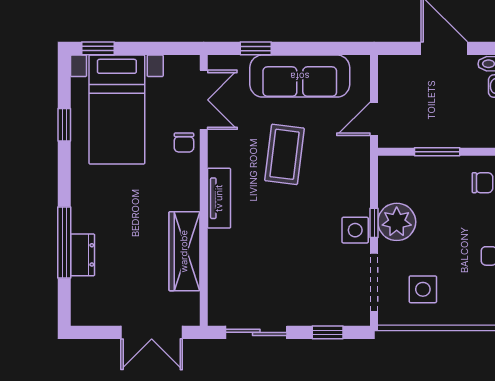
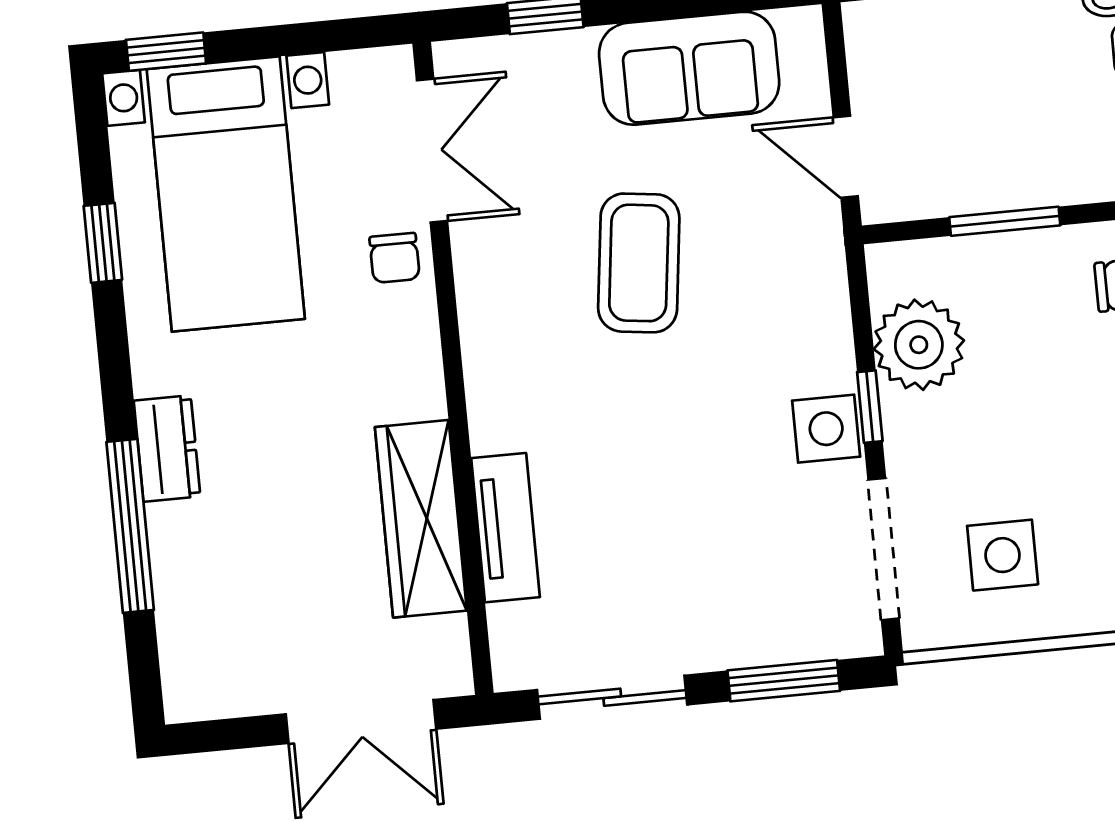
sofa: (300, 76) -> (689, 68), width x0.73
door: (374, 119) -> (846, 157), hinge flipped
tv unit: (219, 198) -> (506, 528), moved
plant: (397, 222) -> (919, 345), moved
dresser: (83, 255) -> (167, 449), moved
window: (328, 332) -> (784, 681), width x1.50

